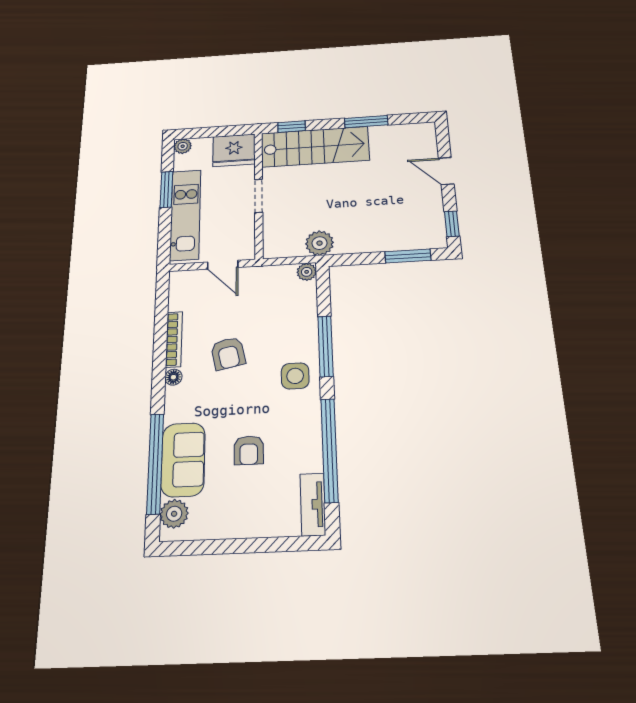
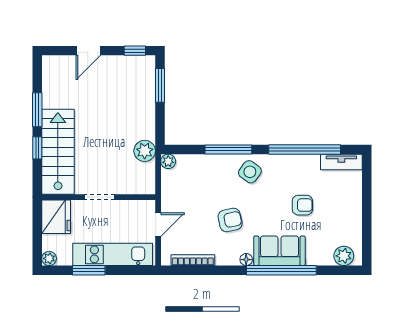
window: (291, 127) -> (37, 148), moved
bookcase: (174, 339) -> (193, 260), moved
side table: (295, 376) -> (250, 172), turned 36
sofa: (183, 460) -> (279, 251), moved
window: (155, 463) -> (281, 270), moved

